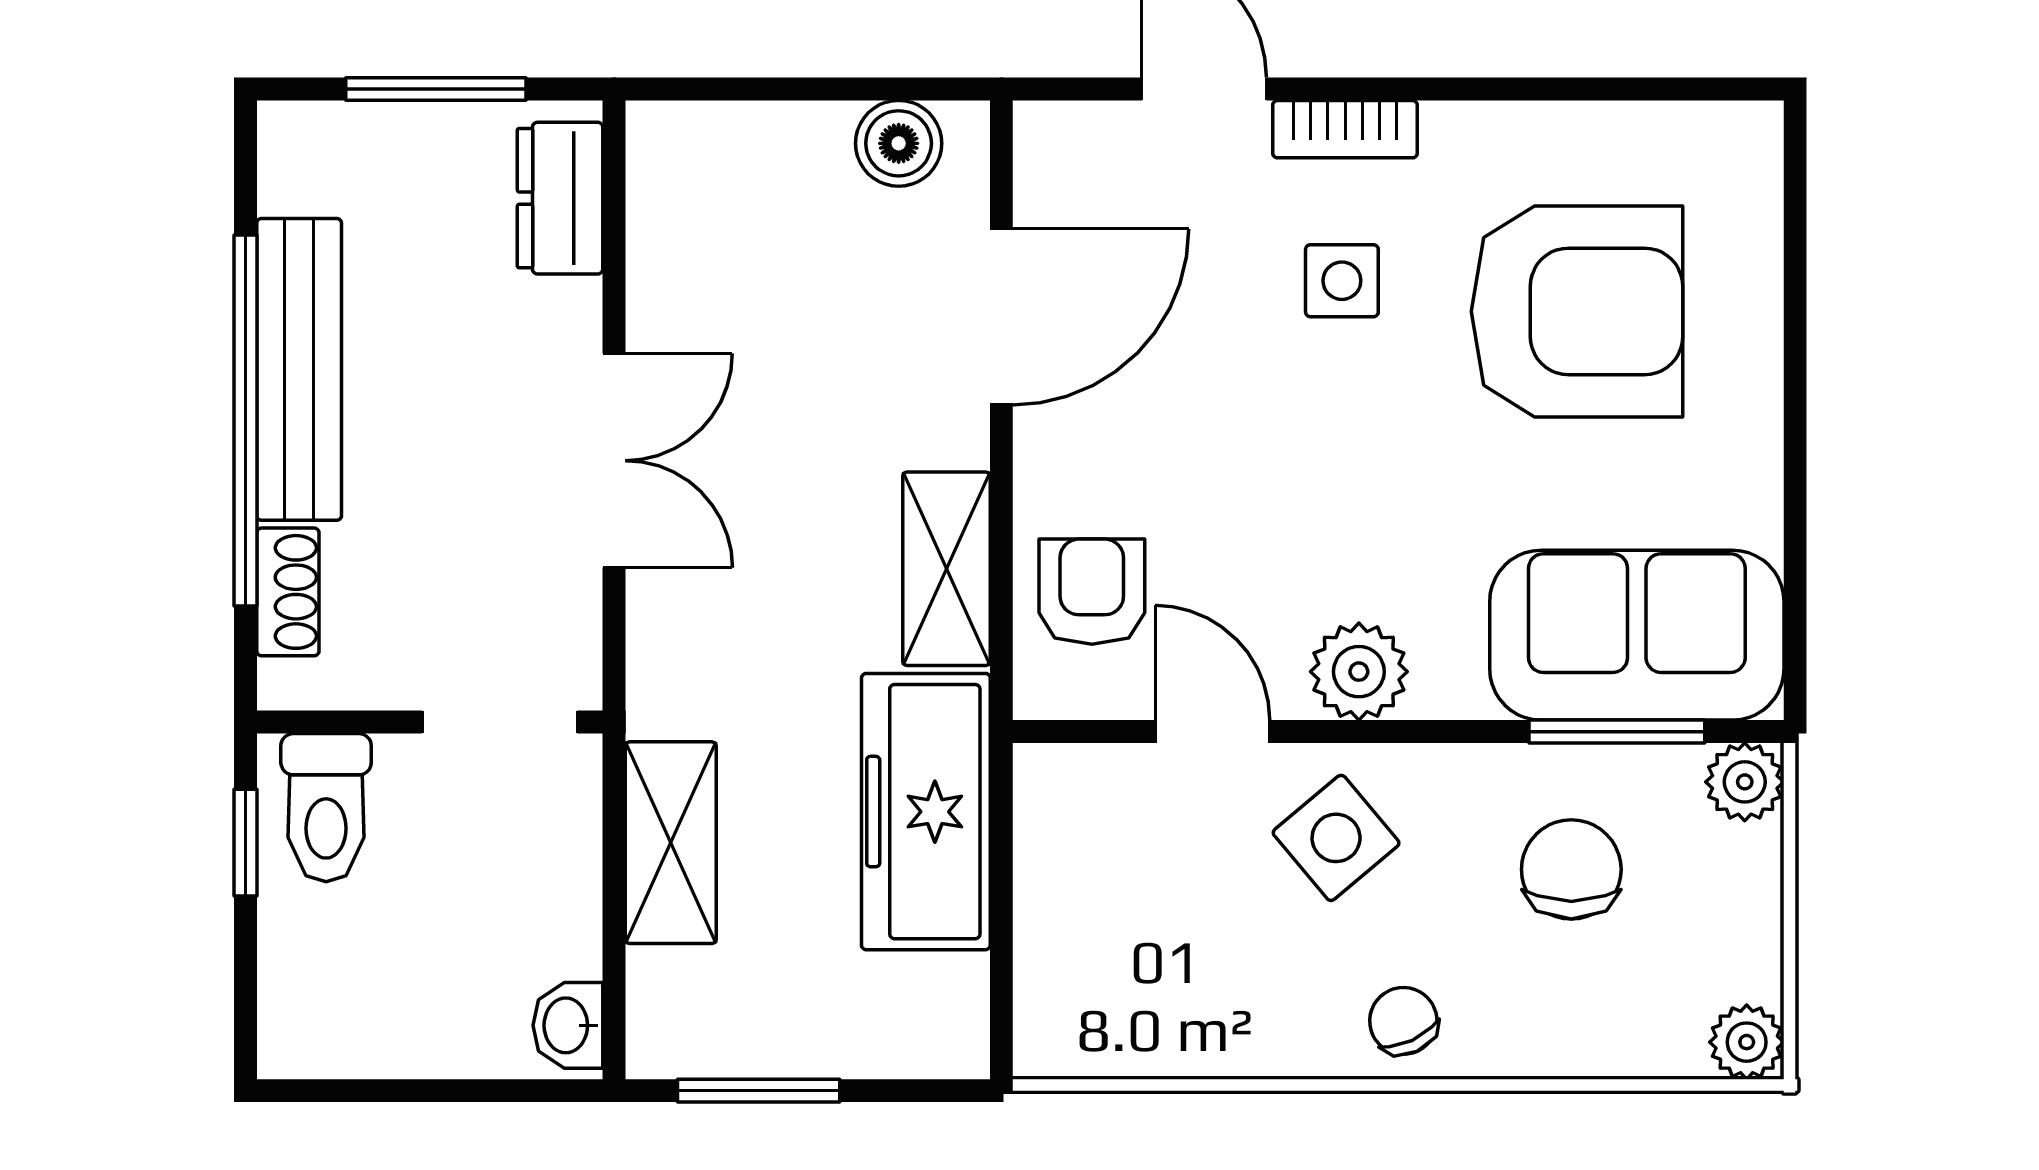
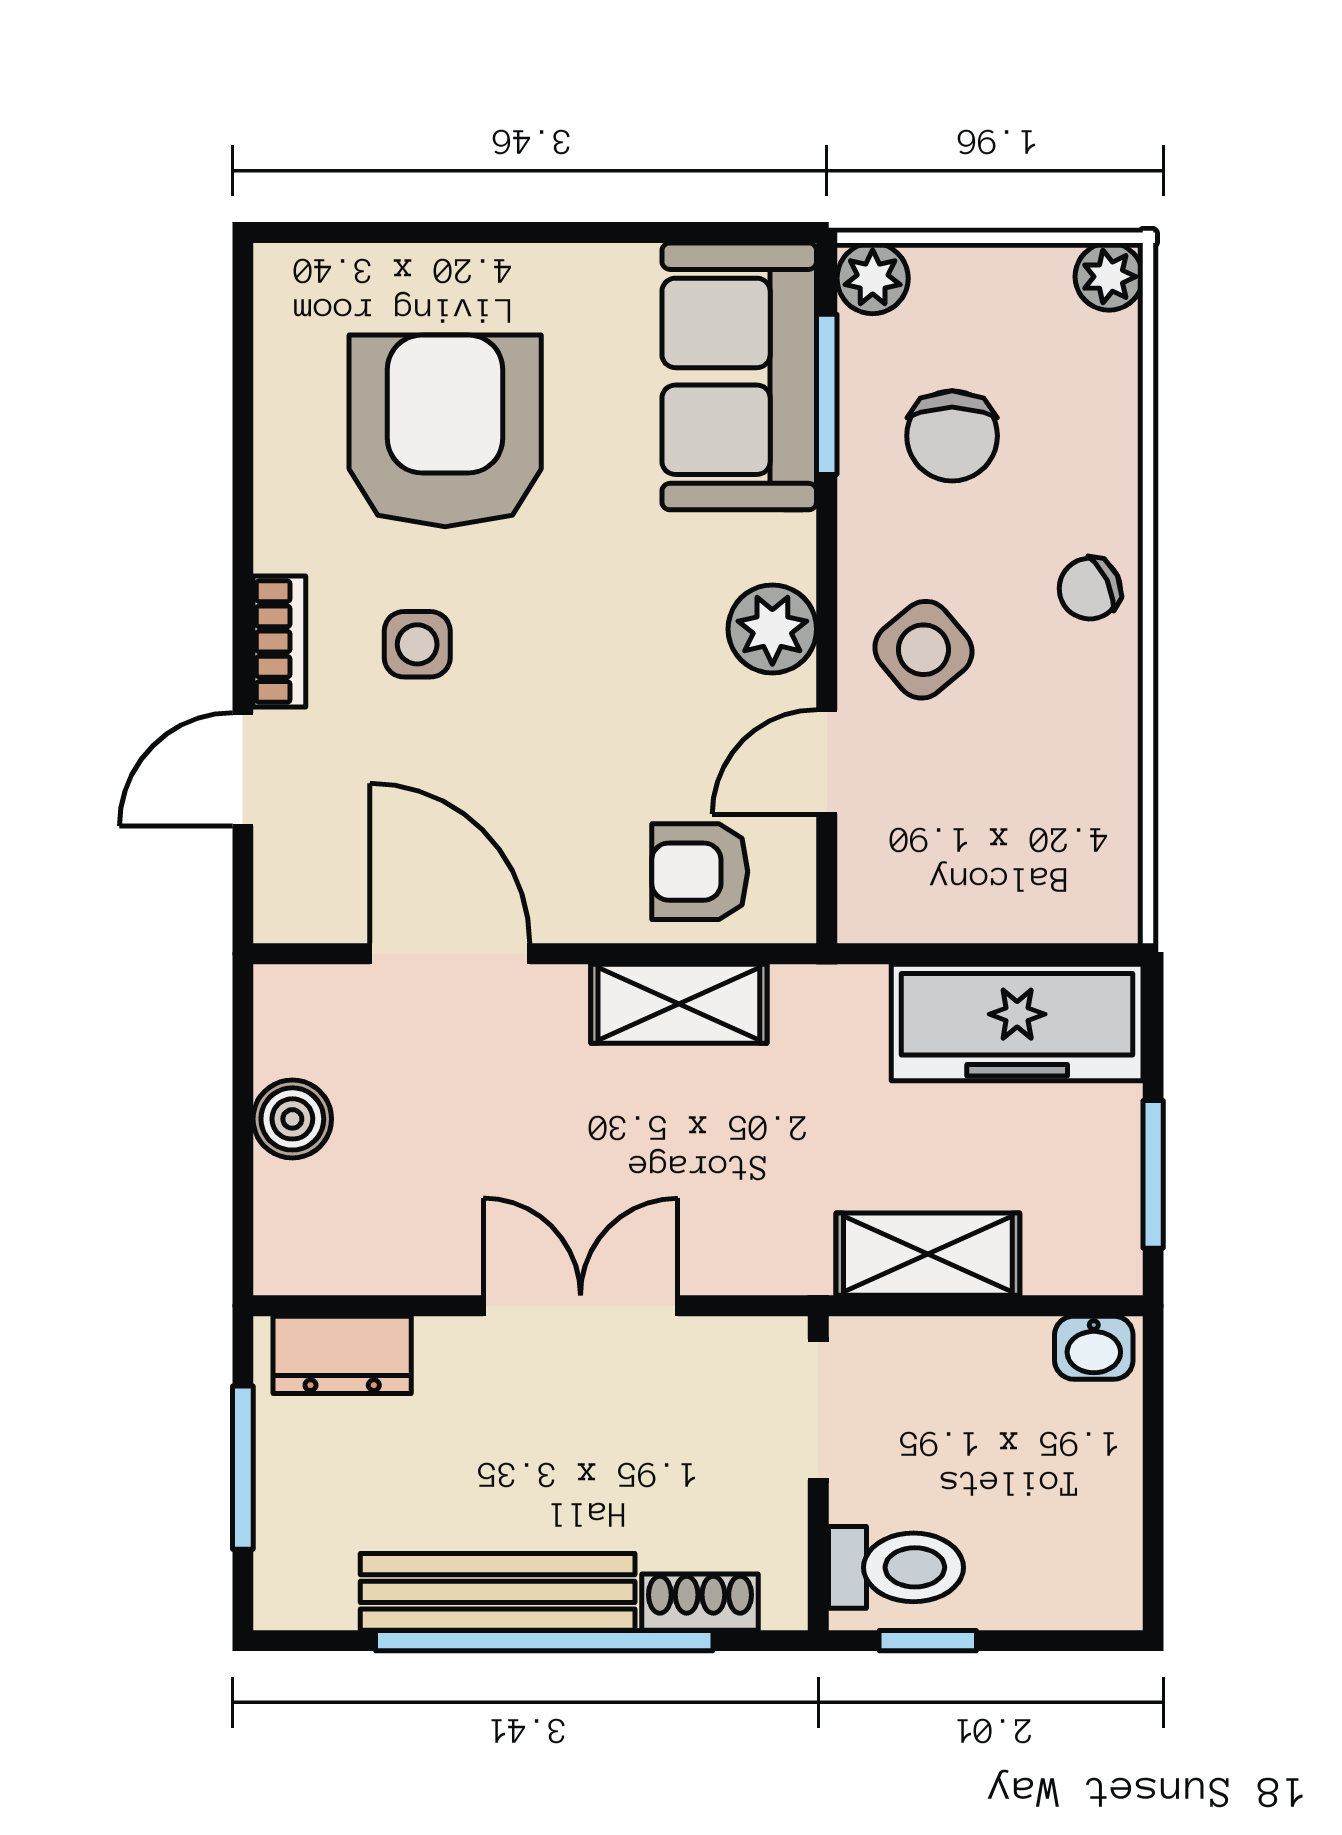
boiler: (899, 143) -> (292, 1119), moved
freezer: (926, 812) -> (1017, 1022), moved
chair: (1571, 869) -> (952, 436), turned -90

